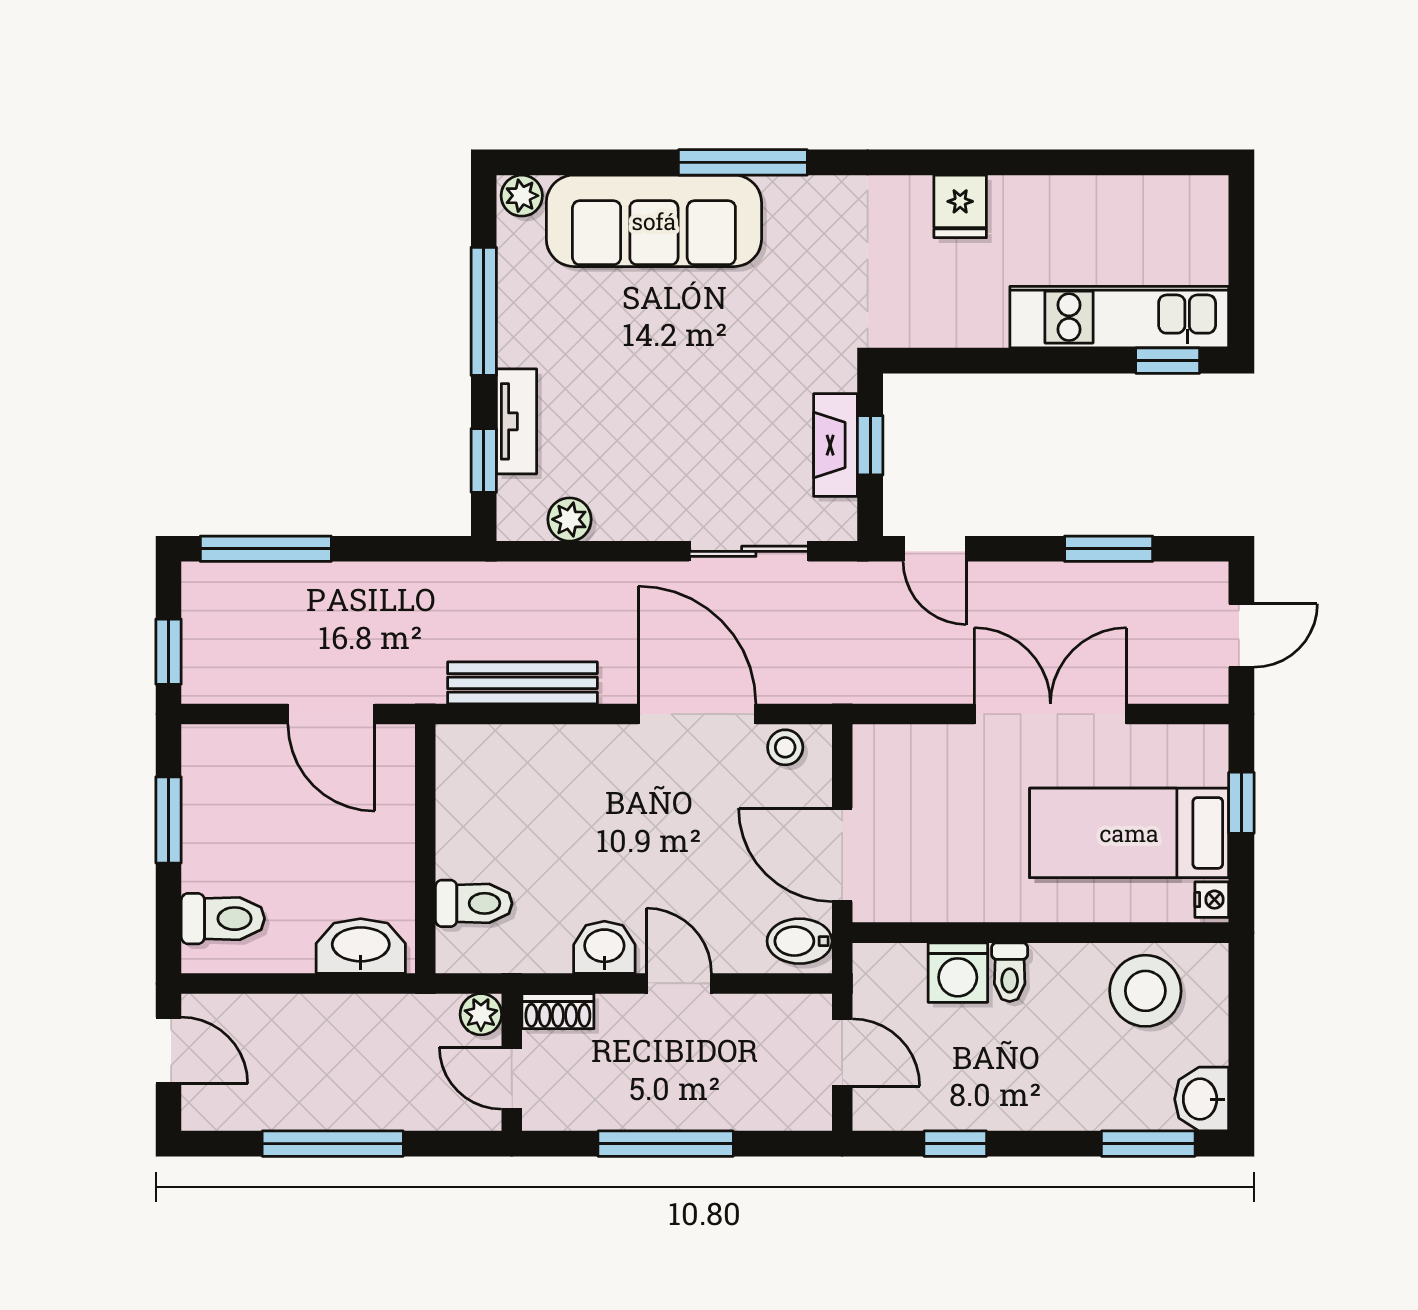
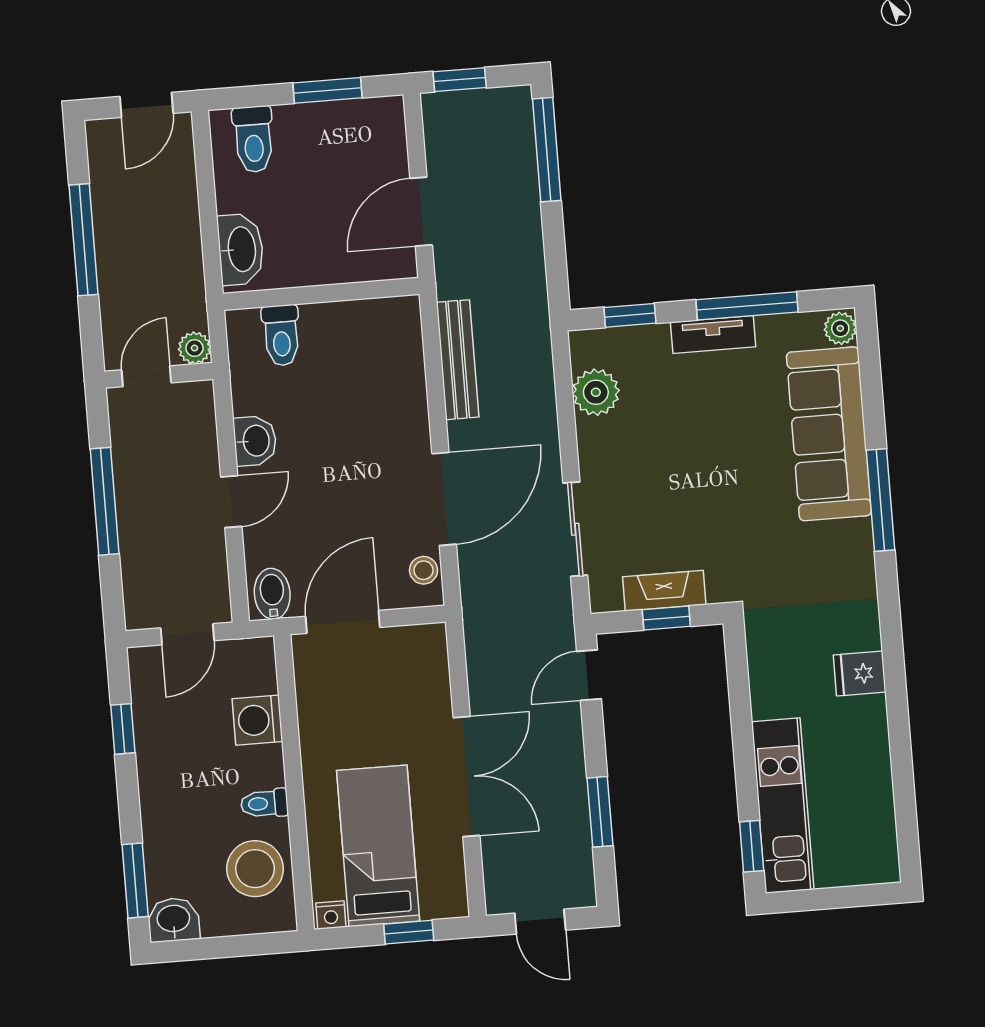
tv unit: (517, 421) -> (713, 334), moved
plant: (570, 519) -> (596, 392), width x1.38, depth x1.38
toilet: (1010, 972) -> (264, 803), moved
shoe rack: (558, 1011) -> (202, 408), removed

